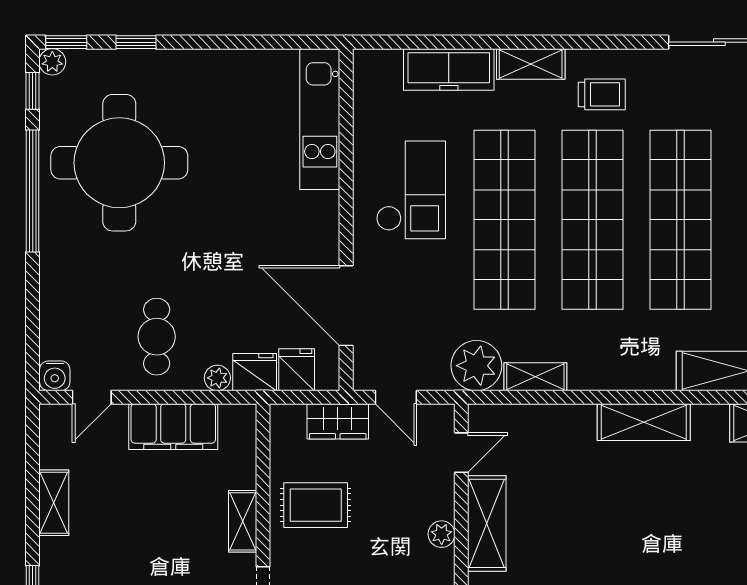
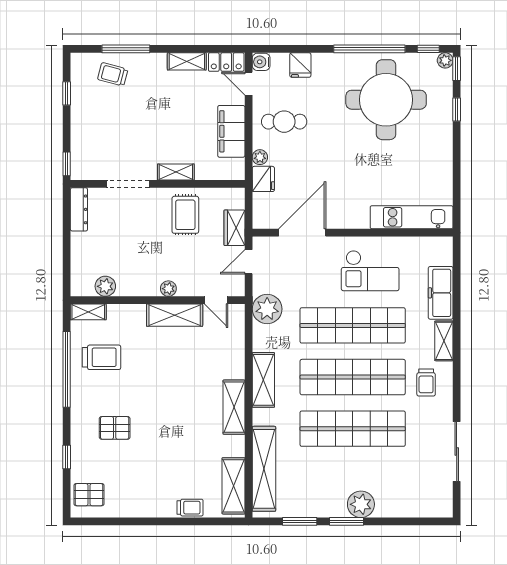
fridge: (297, 370) -> (300, 65), moved, turned 90
shelving: (535, 377) -> (263, 380), moved, width x1.50, depth x1.33
locker: (55, 435) -> (226, 62), added

